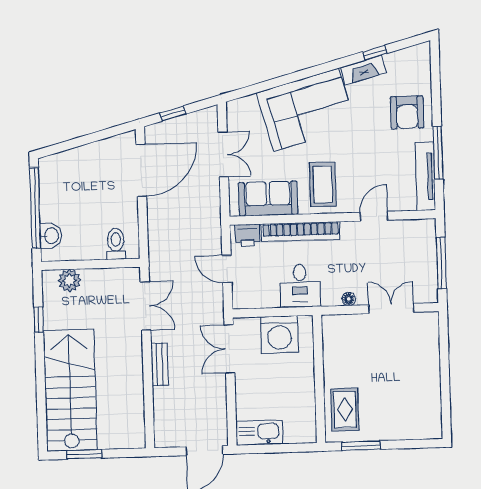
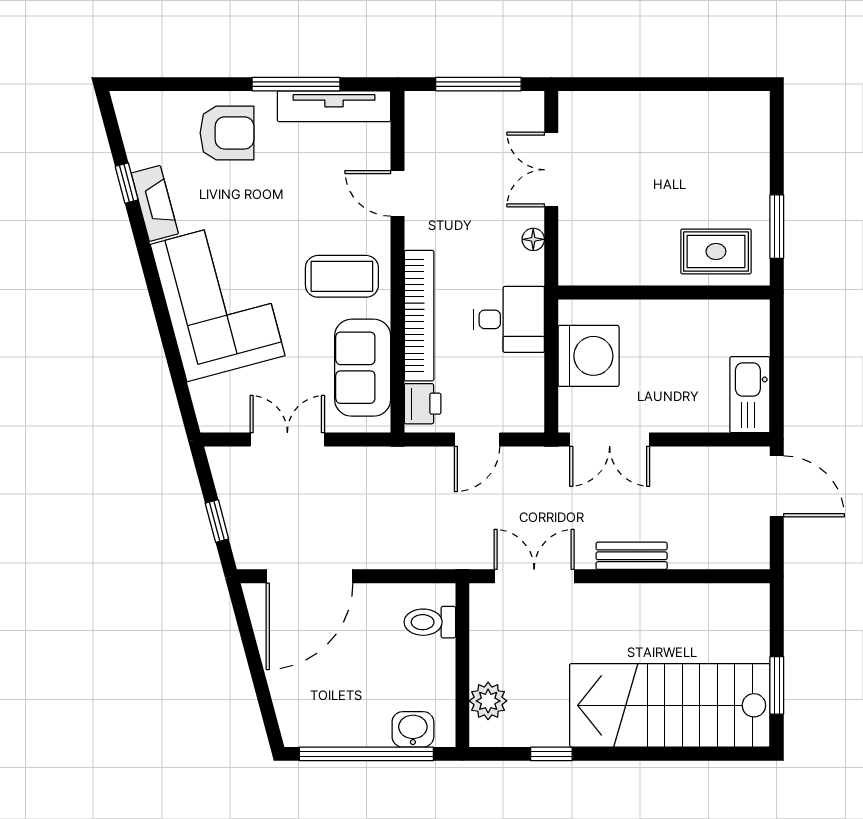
door: (141, 170) -> (310, 576), swing flipped

